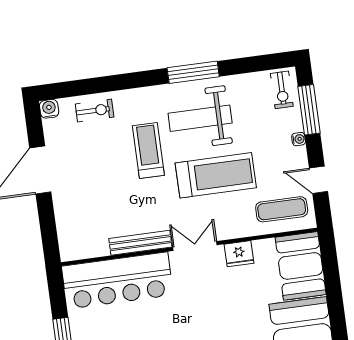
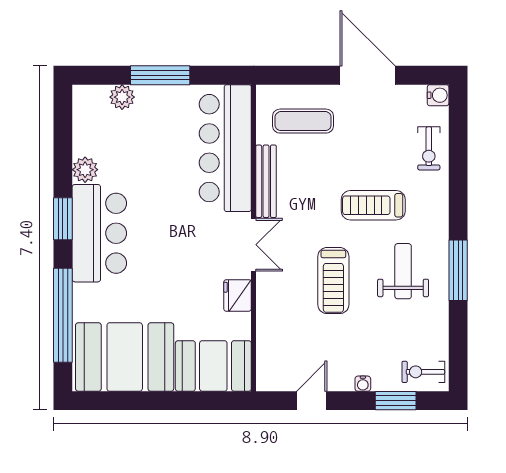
window: (309, 110) -> (396, 401), width x0.69
weight bench: (200, 118) -> (403, 271), width x0.73, depth x0.75
treadmill: (148, 150) -> (373, 205), turned 180
treadmill: (216, 175) -> (333, 281), width x0.73, depth x0.73
exercise mat: (282, 209) -> (303, 121), moved, turned 90

